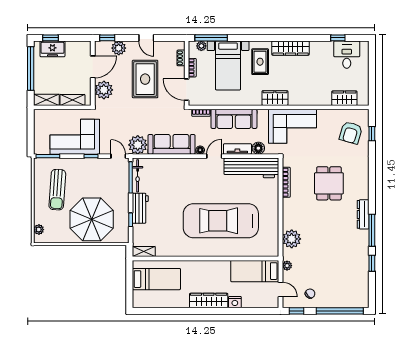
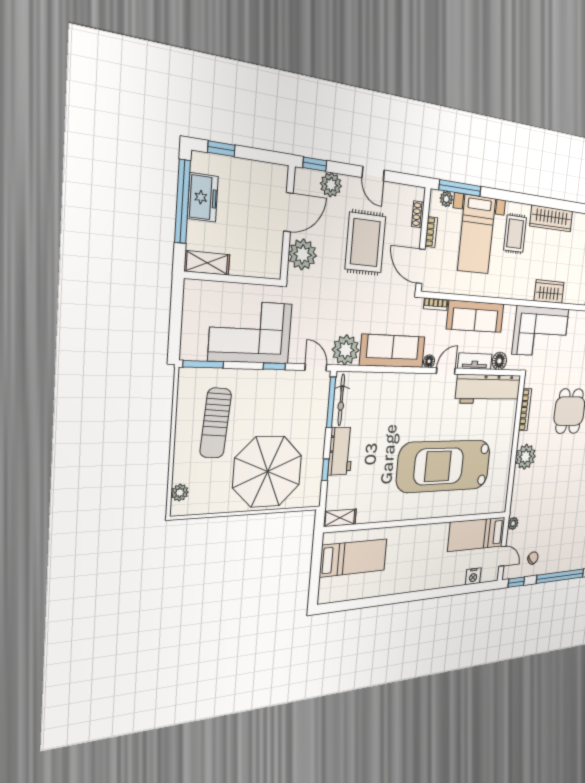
freezer: (52, 49) -> (203, 197), moved, turned -90
wardrobe: (275, 98) -> (549, 292), moved
shelving: (72, 100) -> (251, 267), removed
plant: (292, 239) -> (525, 457), moved
wardrobe: (209, 300) -> (418, 581), removed
nightstand: (235, 302) -> (473, 576), moved

